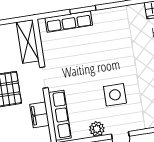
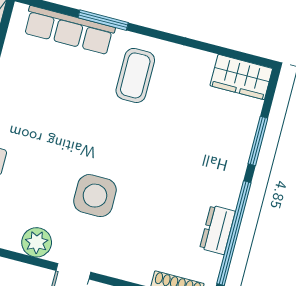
coffee table: (109, 29) -> (135, 75), added

